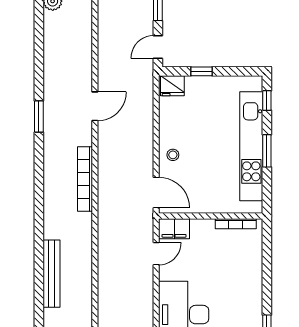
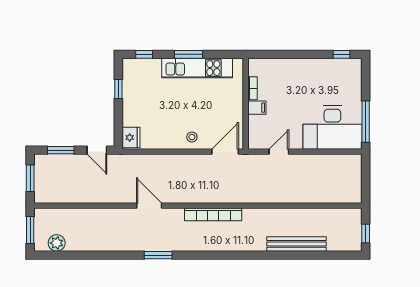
window: (201, 71) -> (118, 89), moved
kitchen unit: (251, 146) -> (197, 68), width x0.73
bookcase: (236, 224) -> (253, 88), width x0.64
filing cabinet: (174, 229) -> (257, 108), moved, width x0.50
door: (156, 254) -> (279, 152), hinge flipped

